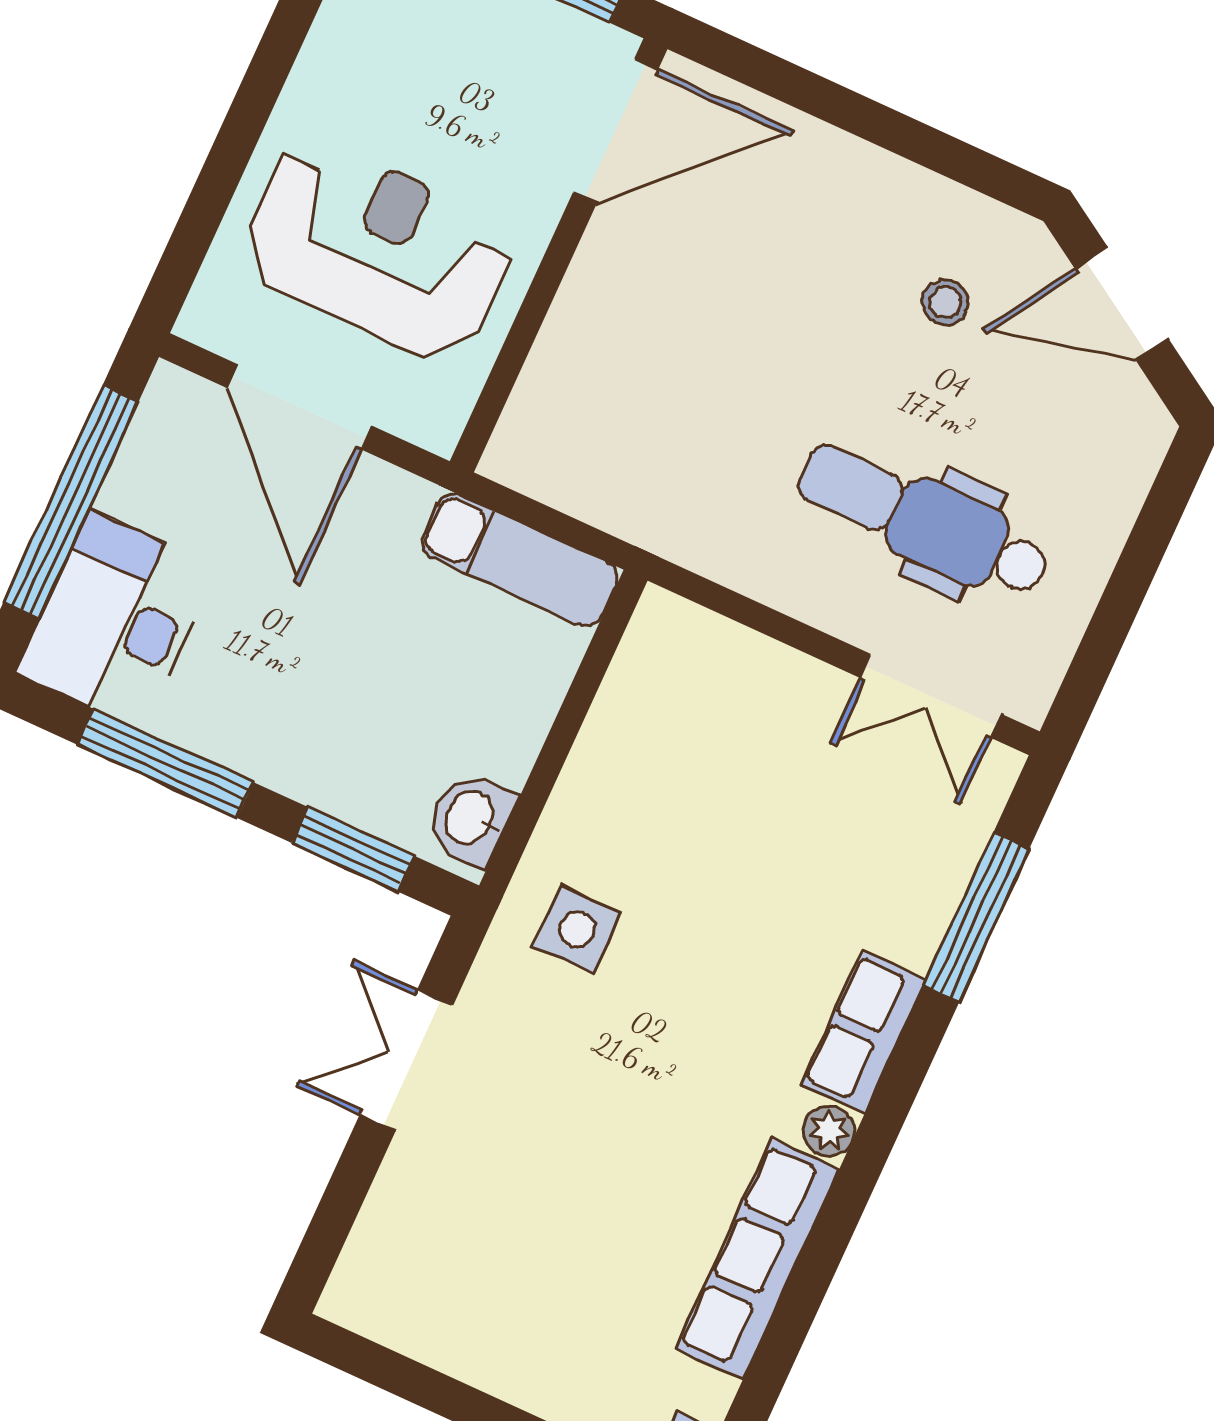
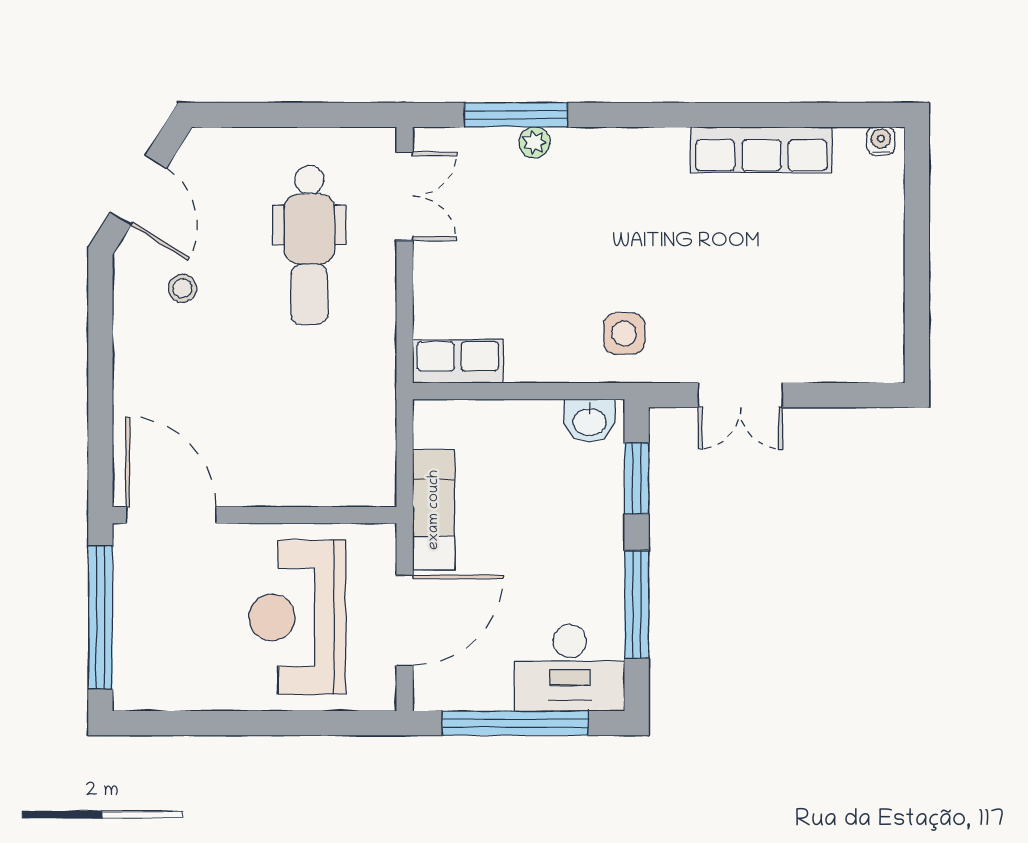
exam couch: (520, 560) -> (434, 510), moved
row of seats: (863, 1032) -> (458, 361), moved, turned 180
plant: (829, 1131) -> (535, 142), moved

